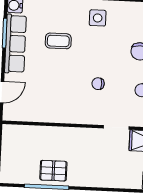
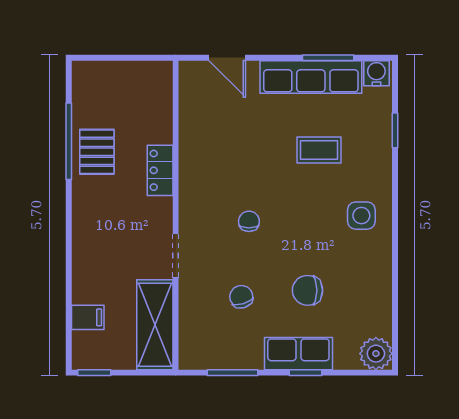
coffee table: (58, 41) -> (319, 150), turned 90
locker: (66, 134) -> (160, 170), added

